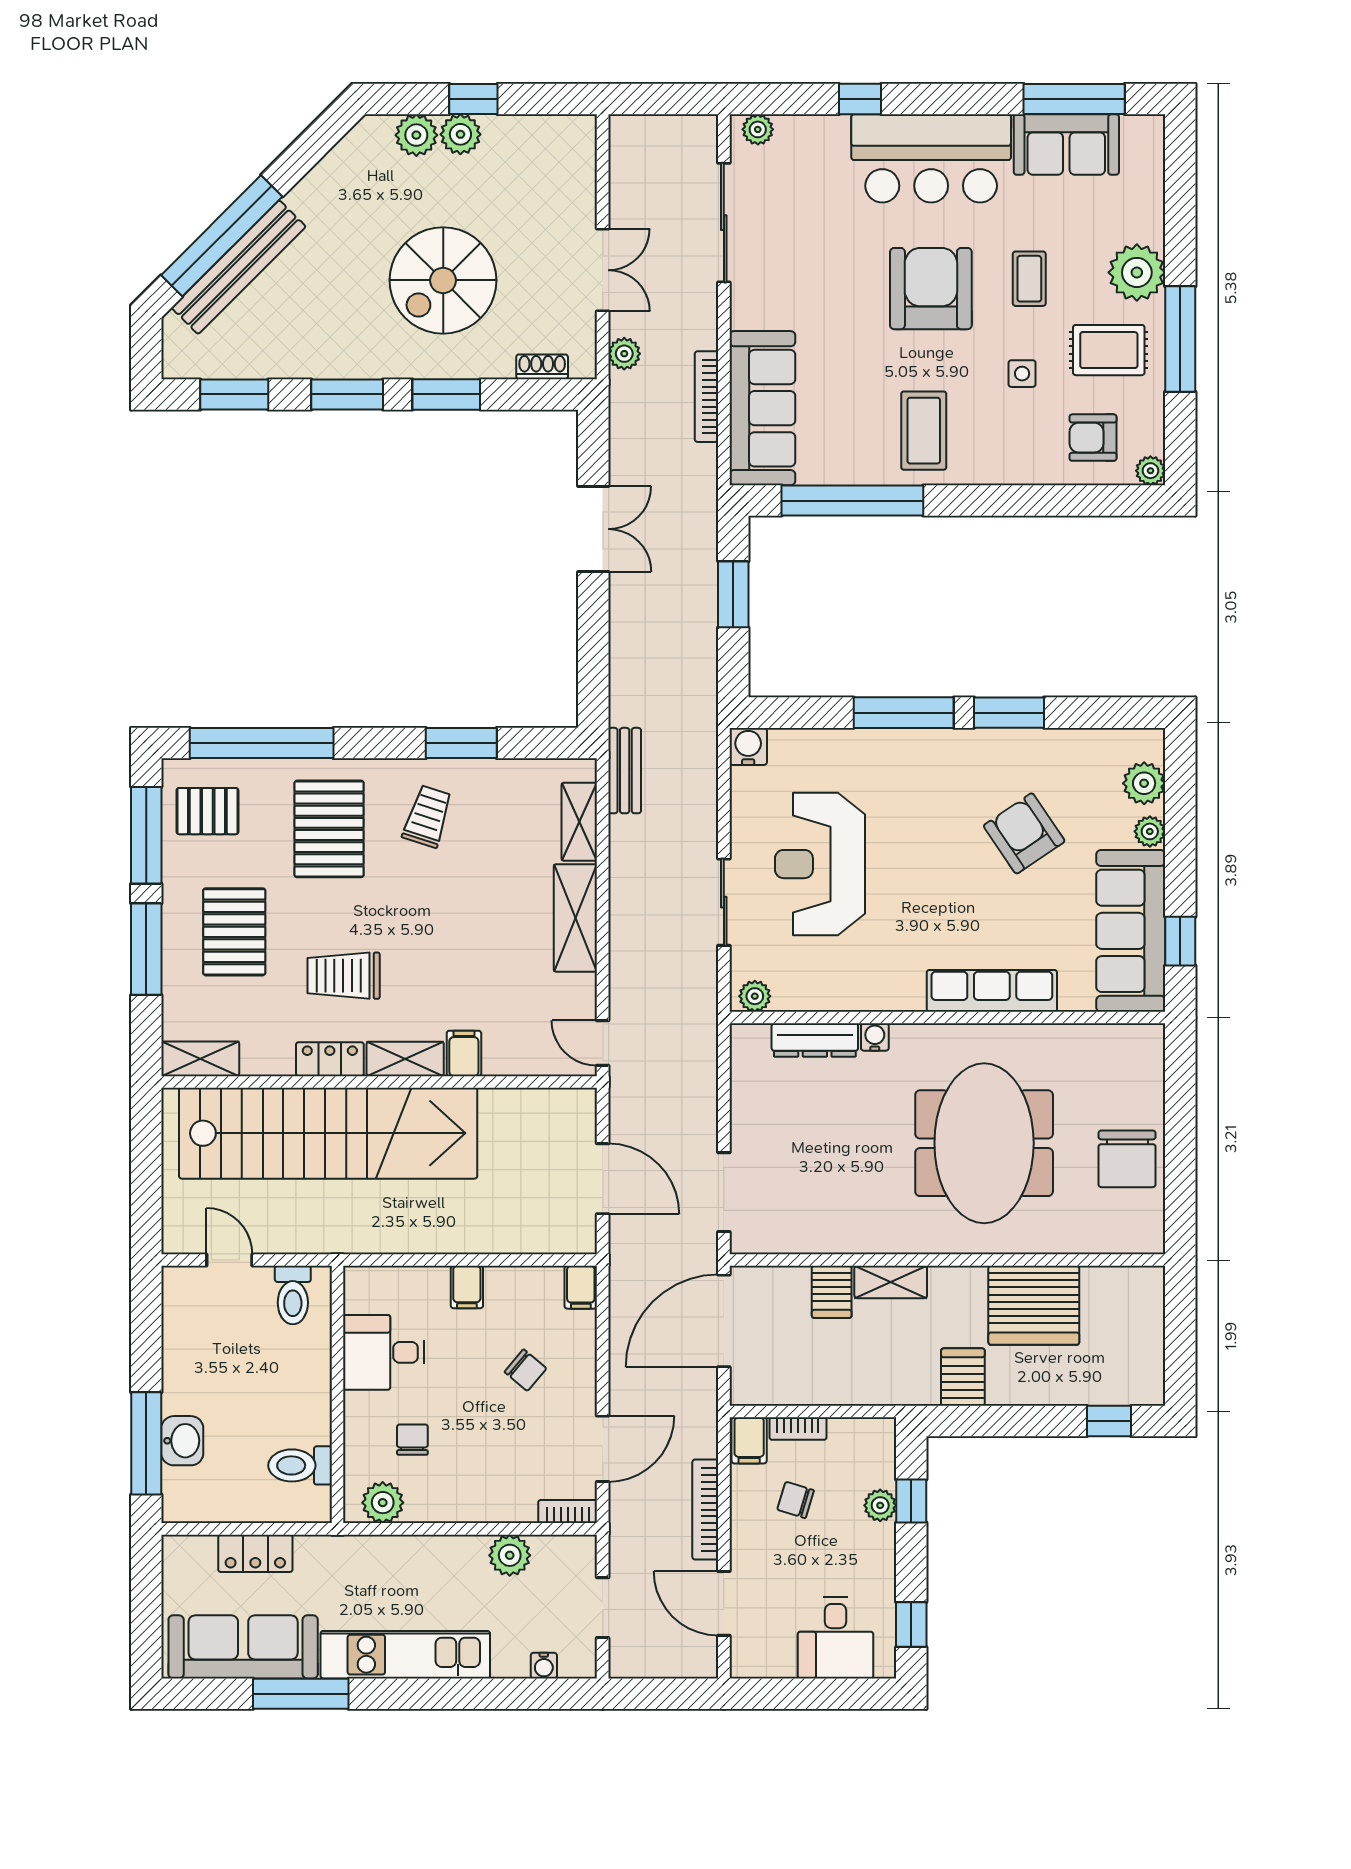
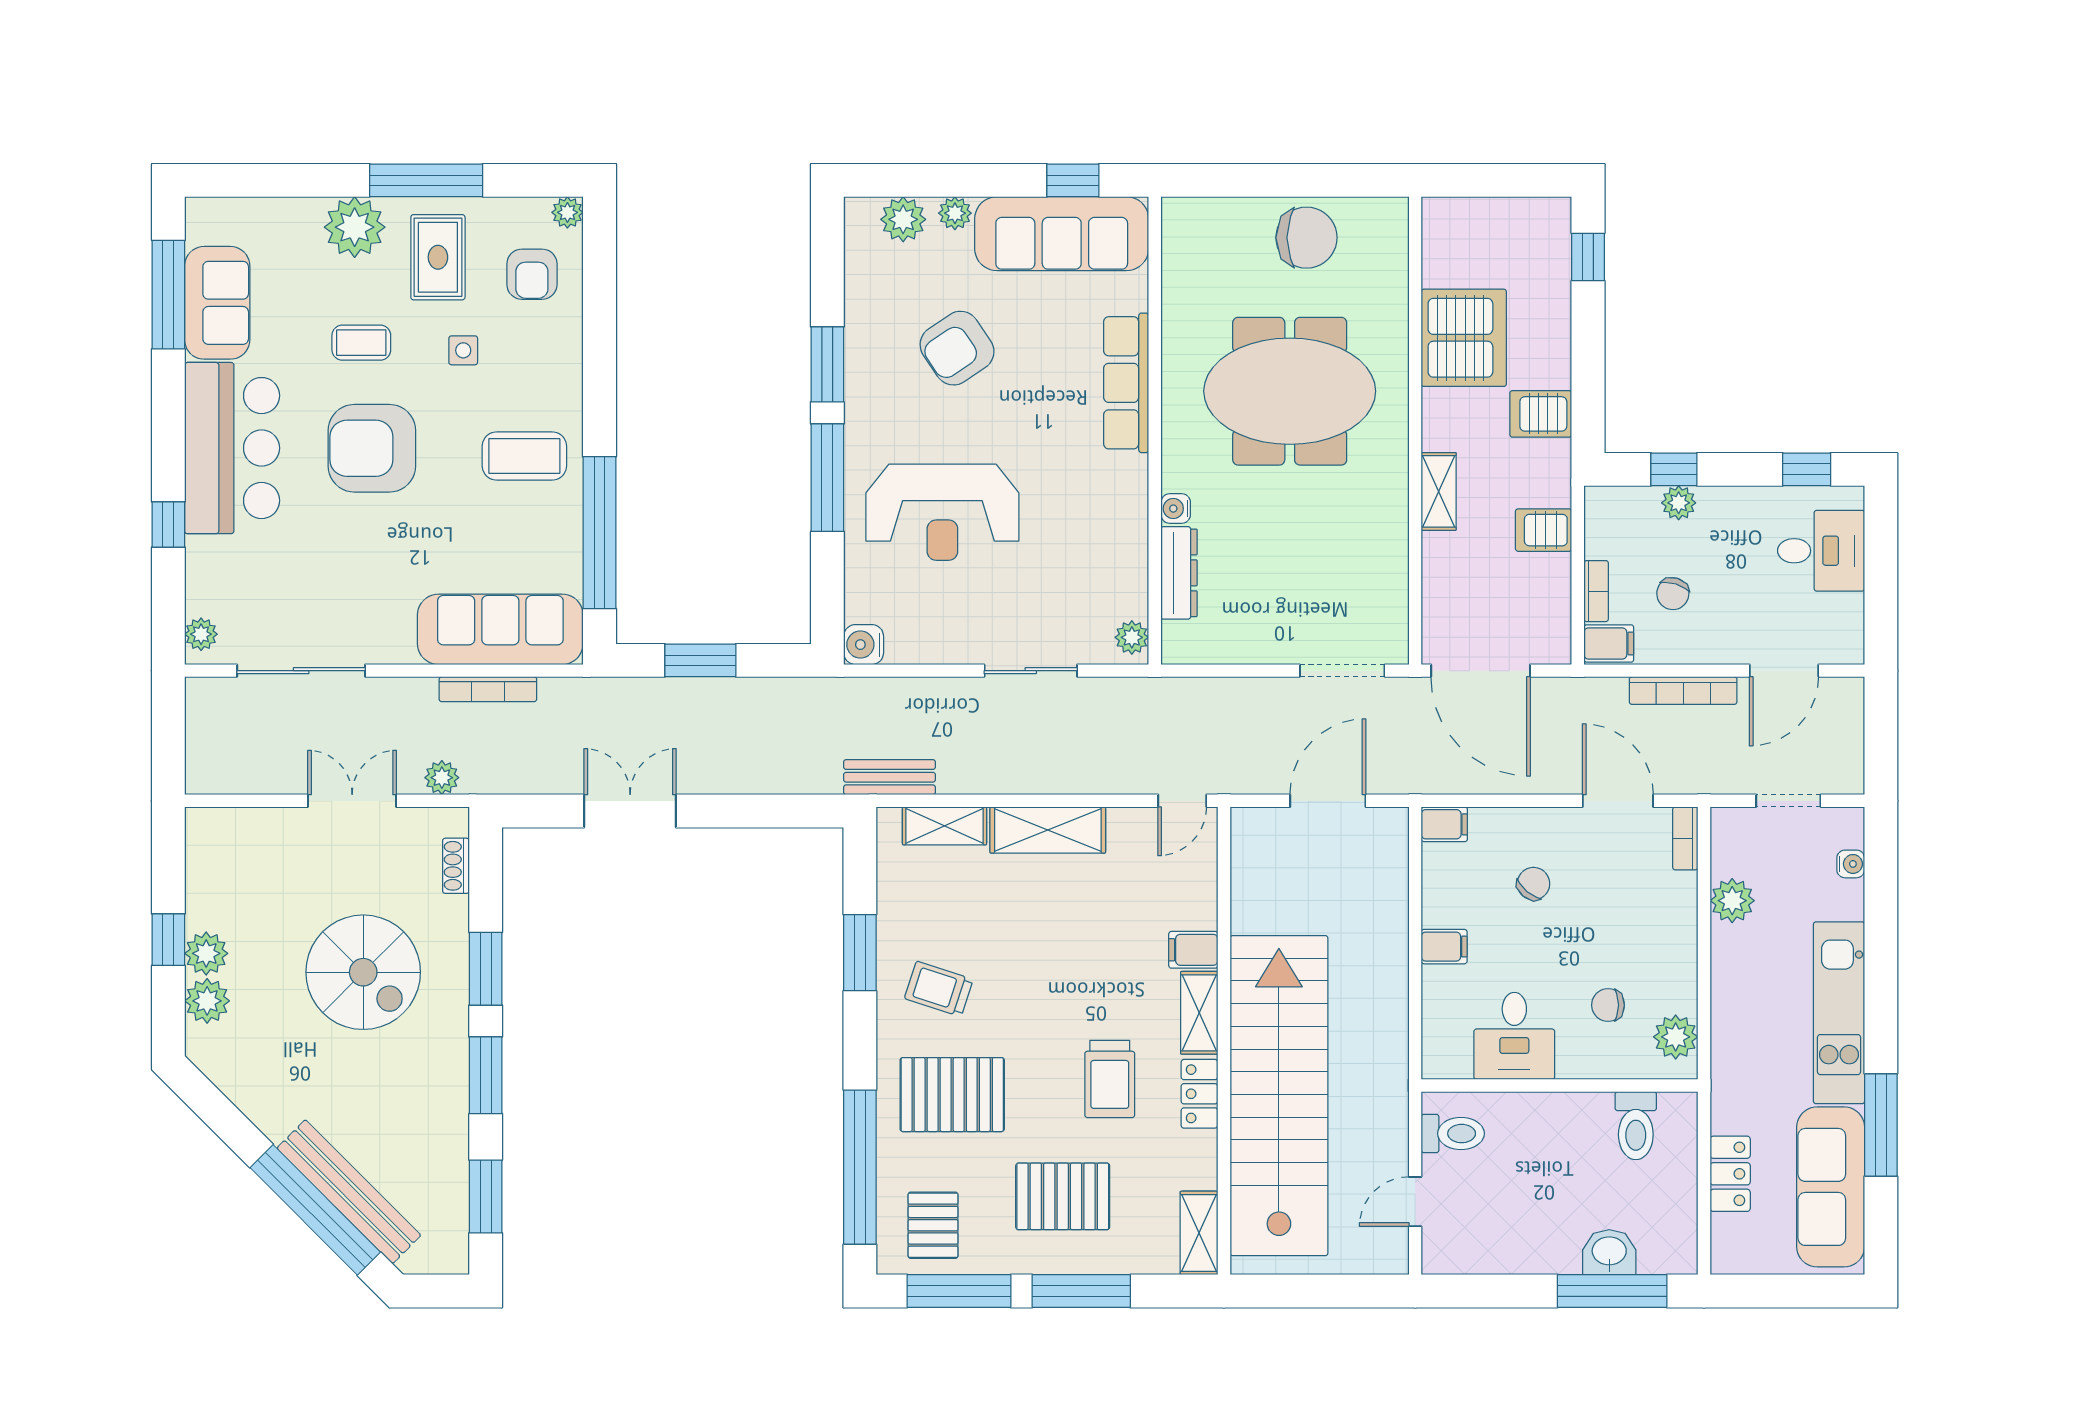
reception desk: (820, 864) -> (942, 512), moved
server rack: (832, 1292) -> (1544, 530), moved, turned 180

